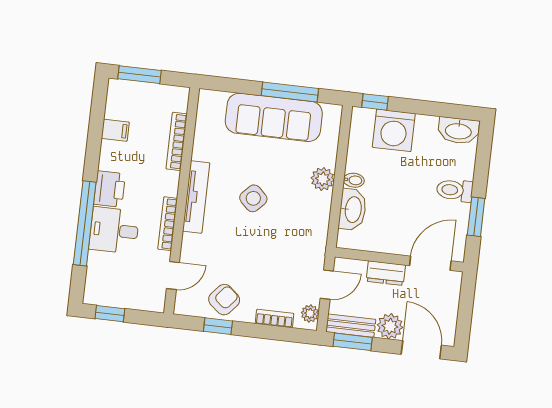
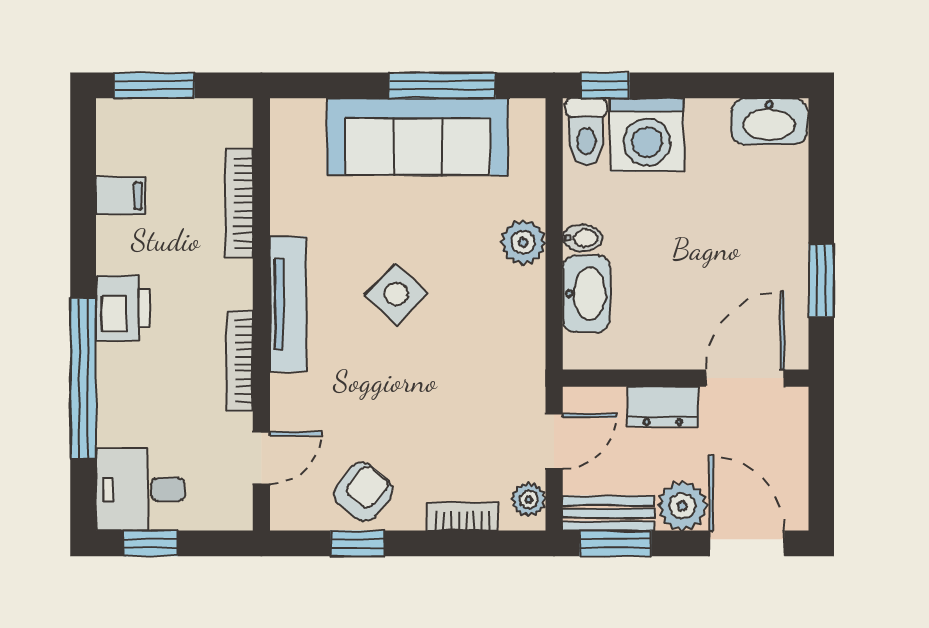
toilet: (455, 190) -> (586, 132), moved, turned -90
desk: (114, 230) -> (140, 489), moved

